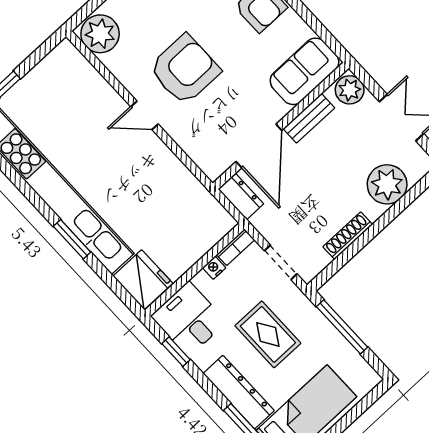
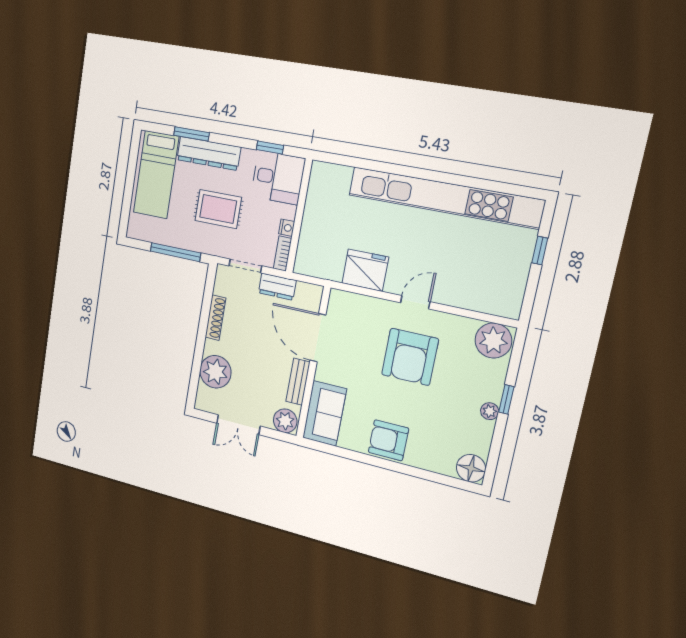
dresser: (241, 196) -> (277, 287), moved
window: (72, 239) -> (402, 170), removed
fridge: (143, 280) -> (365, 270), moved, turned 180

